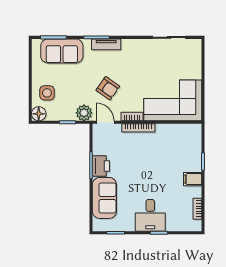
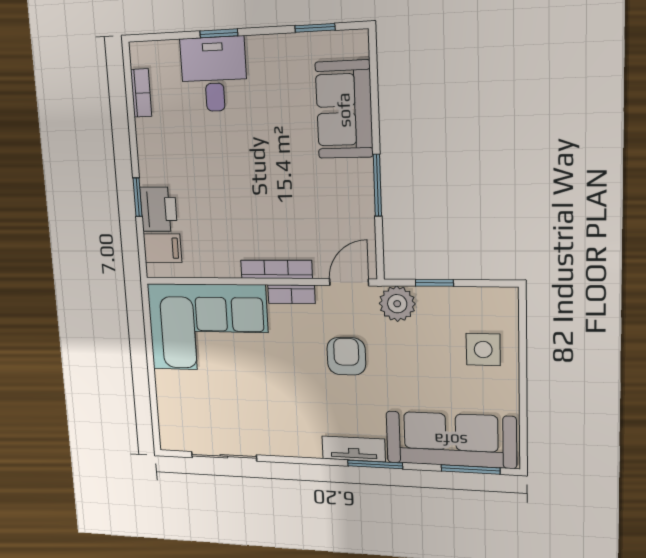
sofa: (62, 51) -> (451, 440), width x1.36
armchair: (108, 88) -> (346, 356), turned 55
floor lamp: (39, 114) -> (502, 303), removed
door: (105, 122) -> (349, 282), swing flipped
printer: (101, 166) -> (159, 209), moved, turned 180
filing cabinet: (193, 179) -> (162, 248), moved
desk: (150, 215) -> (214, 74), moved

